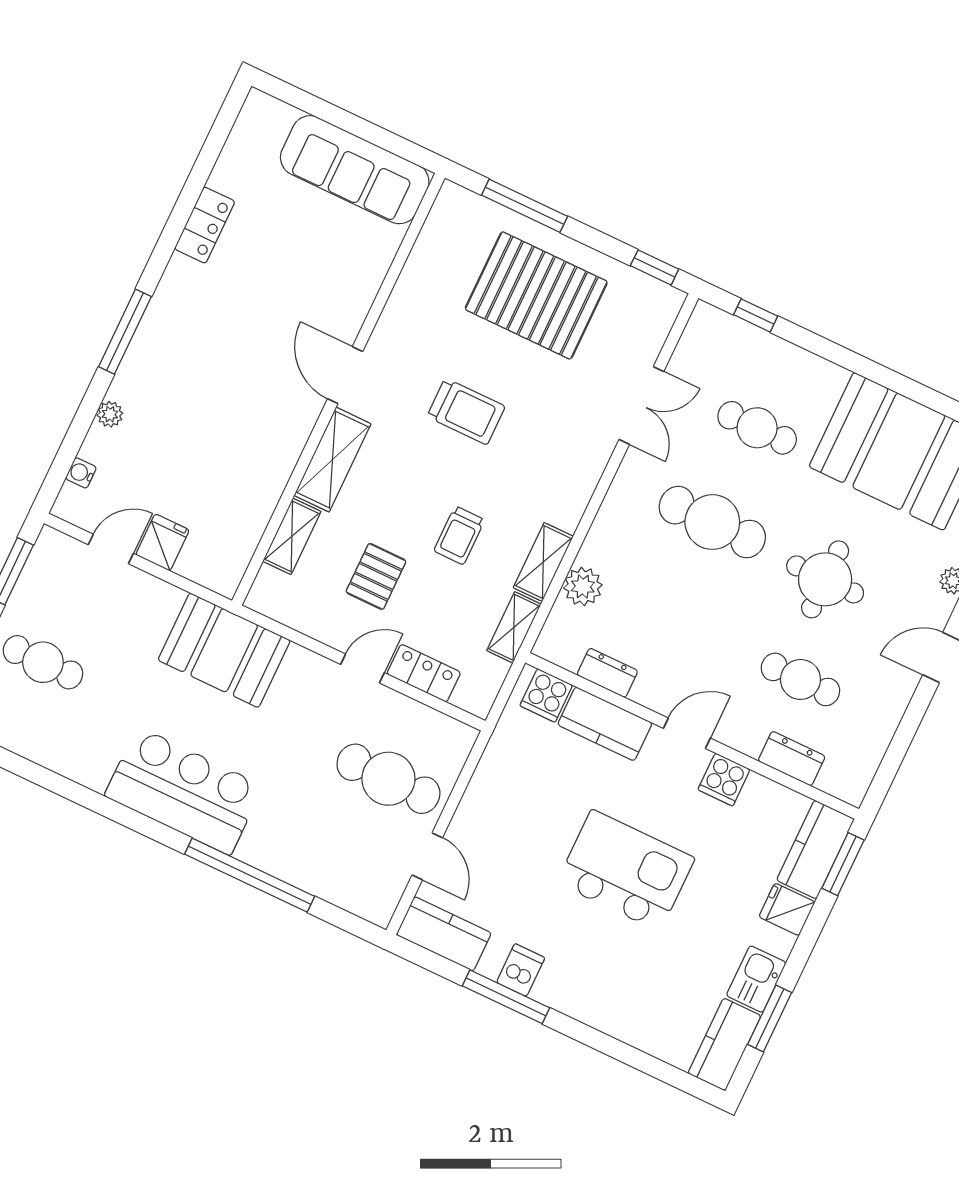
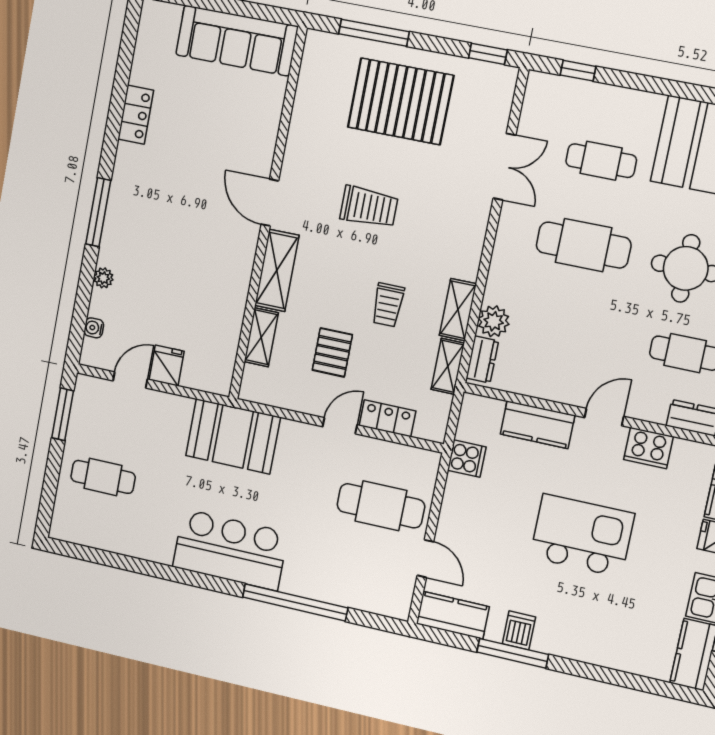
dresser: (607, 673) -> (482, 360), moved, turned 90
cooker: (546, 695) -> (467, 459), moved, turned -90
cooker: (724, 779) -> (648, 448), width x1.36

